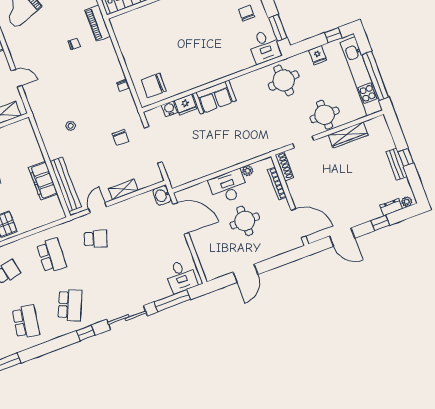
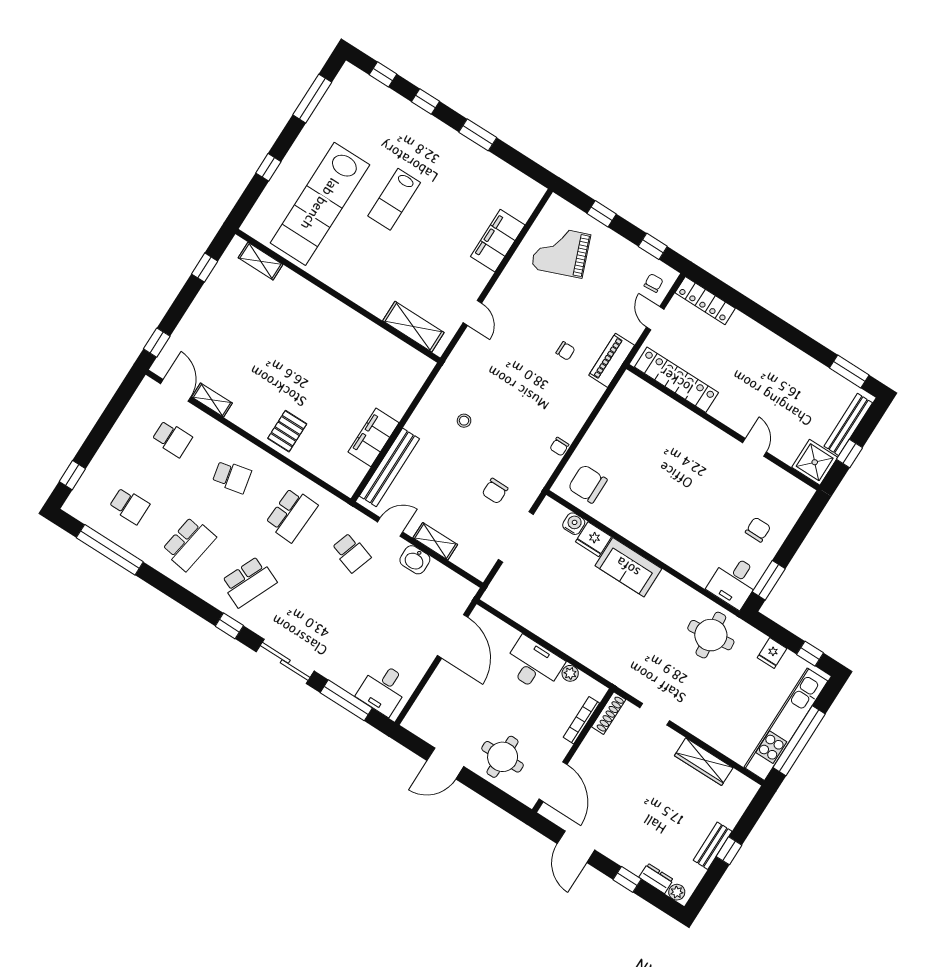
round table: (325, 115) -> (707, 715), removed
washbasin: (162, 195) -> (415, 560), moved, turned -90
round table: (245, 221) -> (503, 757), moved

